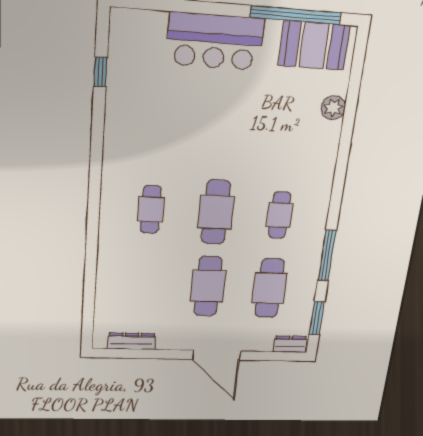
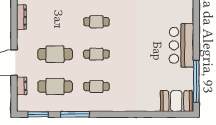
booth: (314, 45) -> (176, 101), moved, turned 90
plant: (333, 108) -> (154, 106), removed
cafe table: (216, 212) -> (96, 54), width x0.73, depth x0.74
dresser: (290, 344) -> (22, 86), moved

